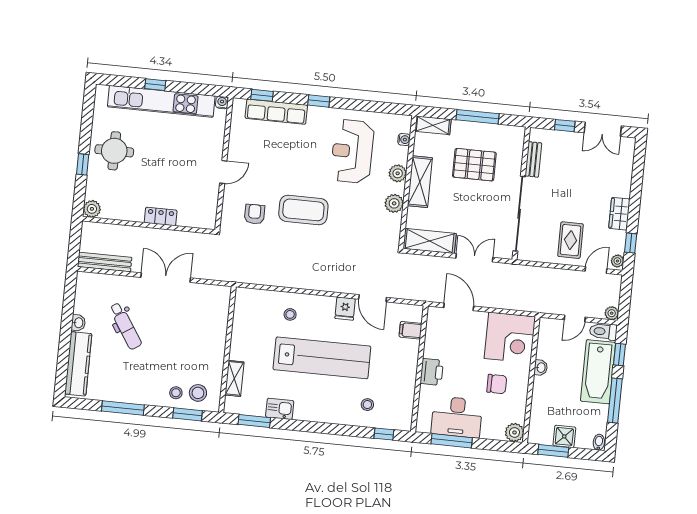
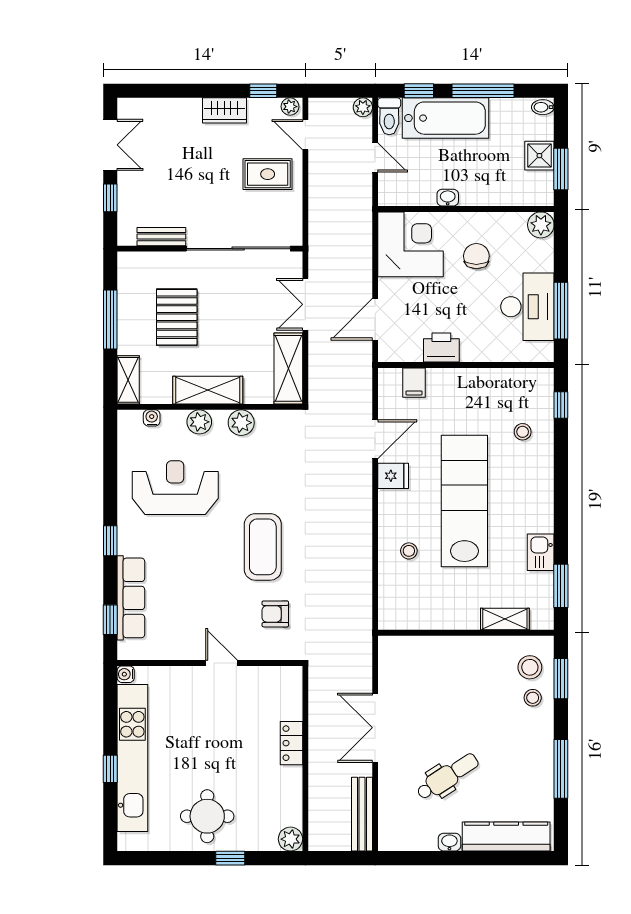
reception desk: (352, 151) -> (175, 488), turned 180
printer: (432, 372) -> (441, 348), moved

